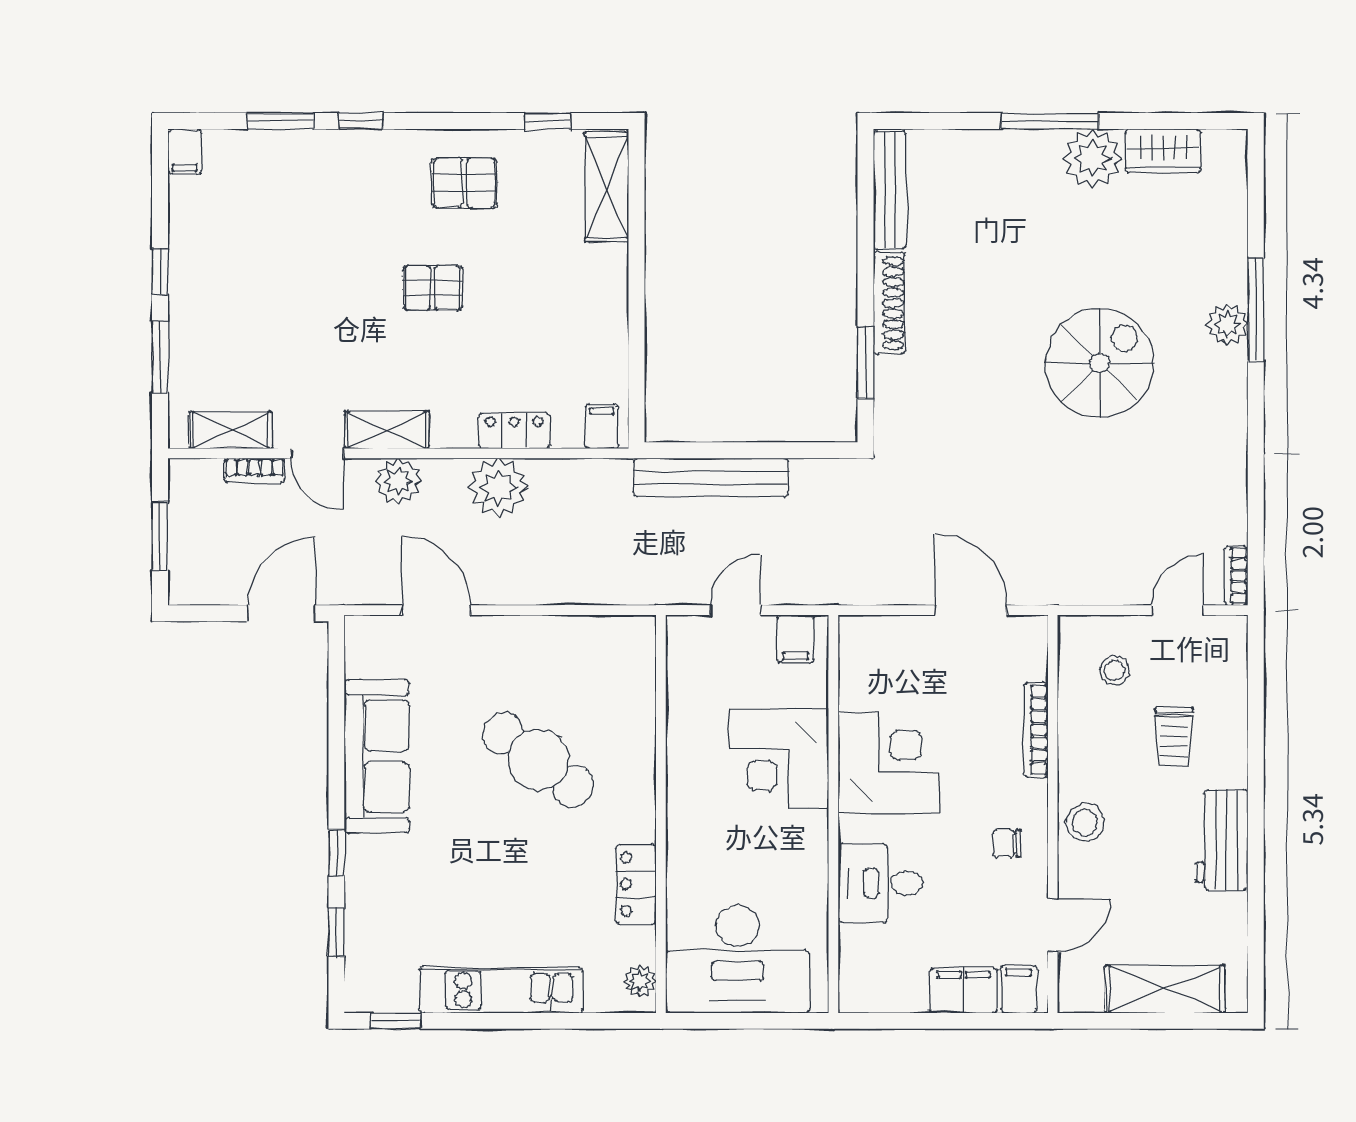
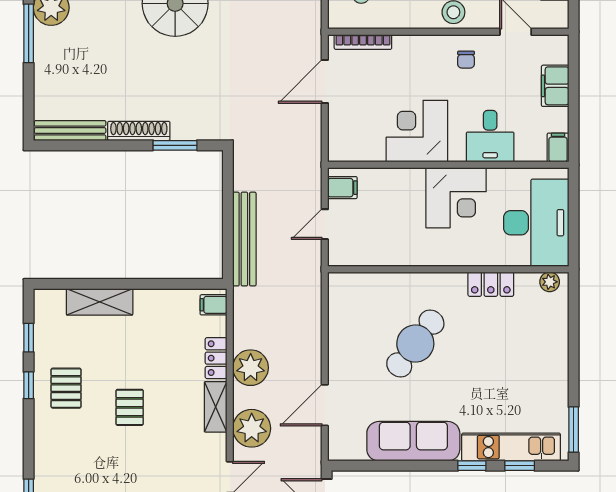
window: (361, 121) -> (29, 385), moved
shelving: (607, 187) -> (100, 302), moved
shelving: (387, 430) -> (216, 407), moved
plant: (398, 481) -> (252, 428), width x1.36, depth x1.36
door: (735, 610) -> (325, 224), hinge flipped
bookcase: (1036, 730) -> (363, 42), moved
corner desk: (779, 759) -> (456, 198), moved
filing cabinet: (1019, 989) -> (558, 147), moved, turned 90
kitchen unit: (501, 990) -> (511, 447), moved, turned 90
window: (396, 1021) -> (574, 430), width x1.50

